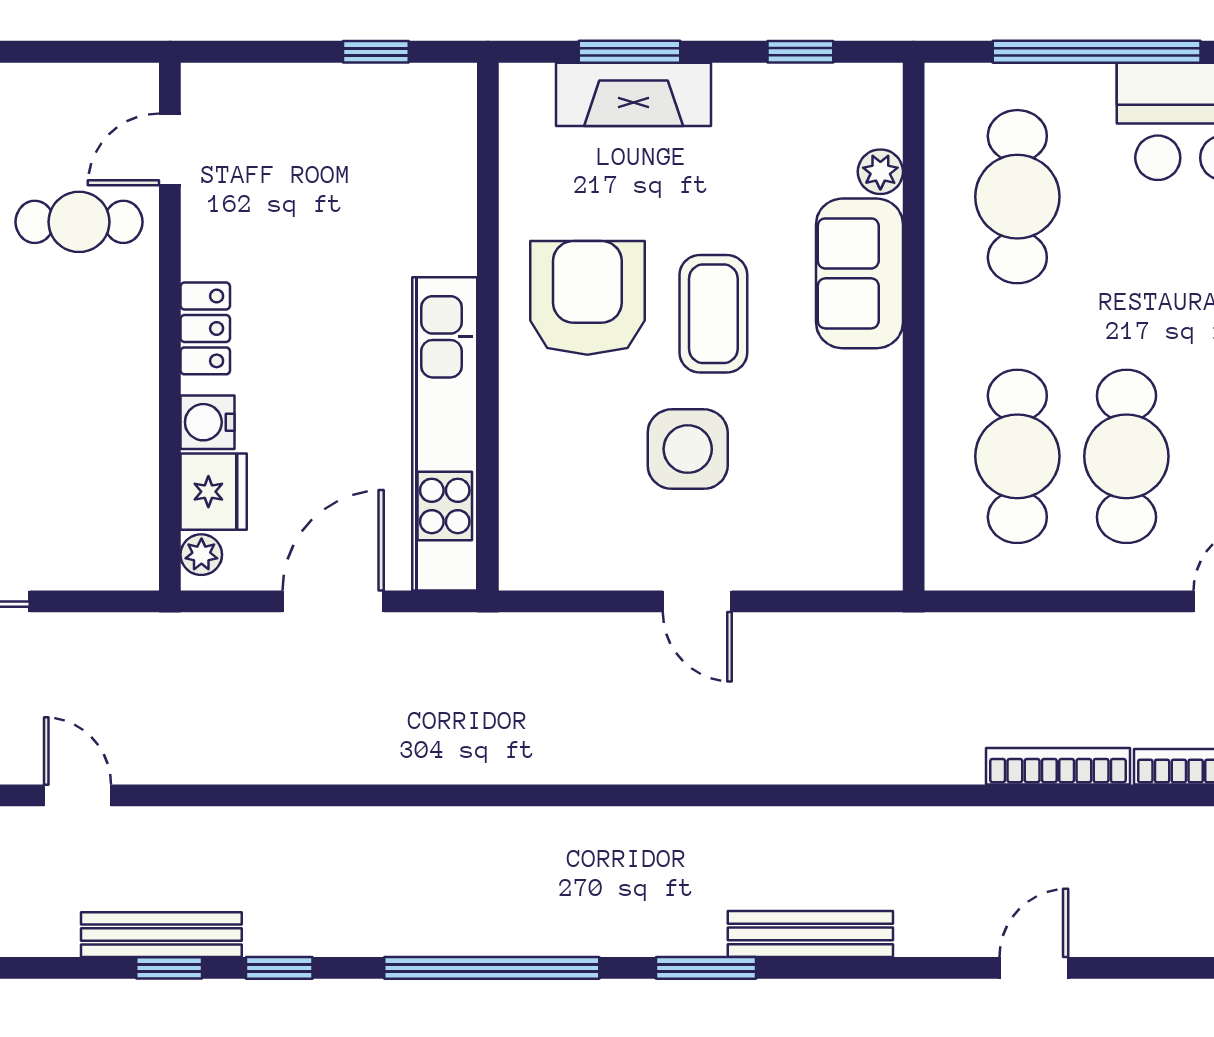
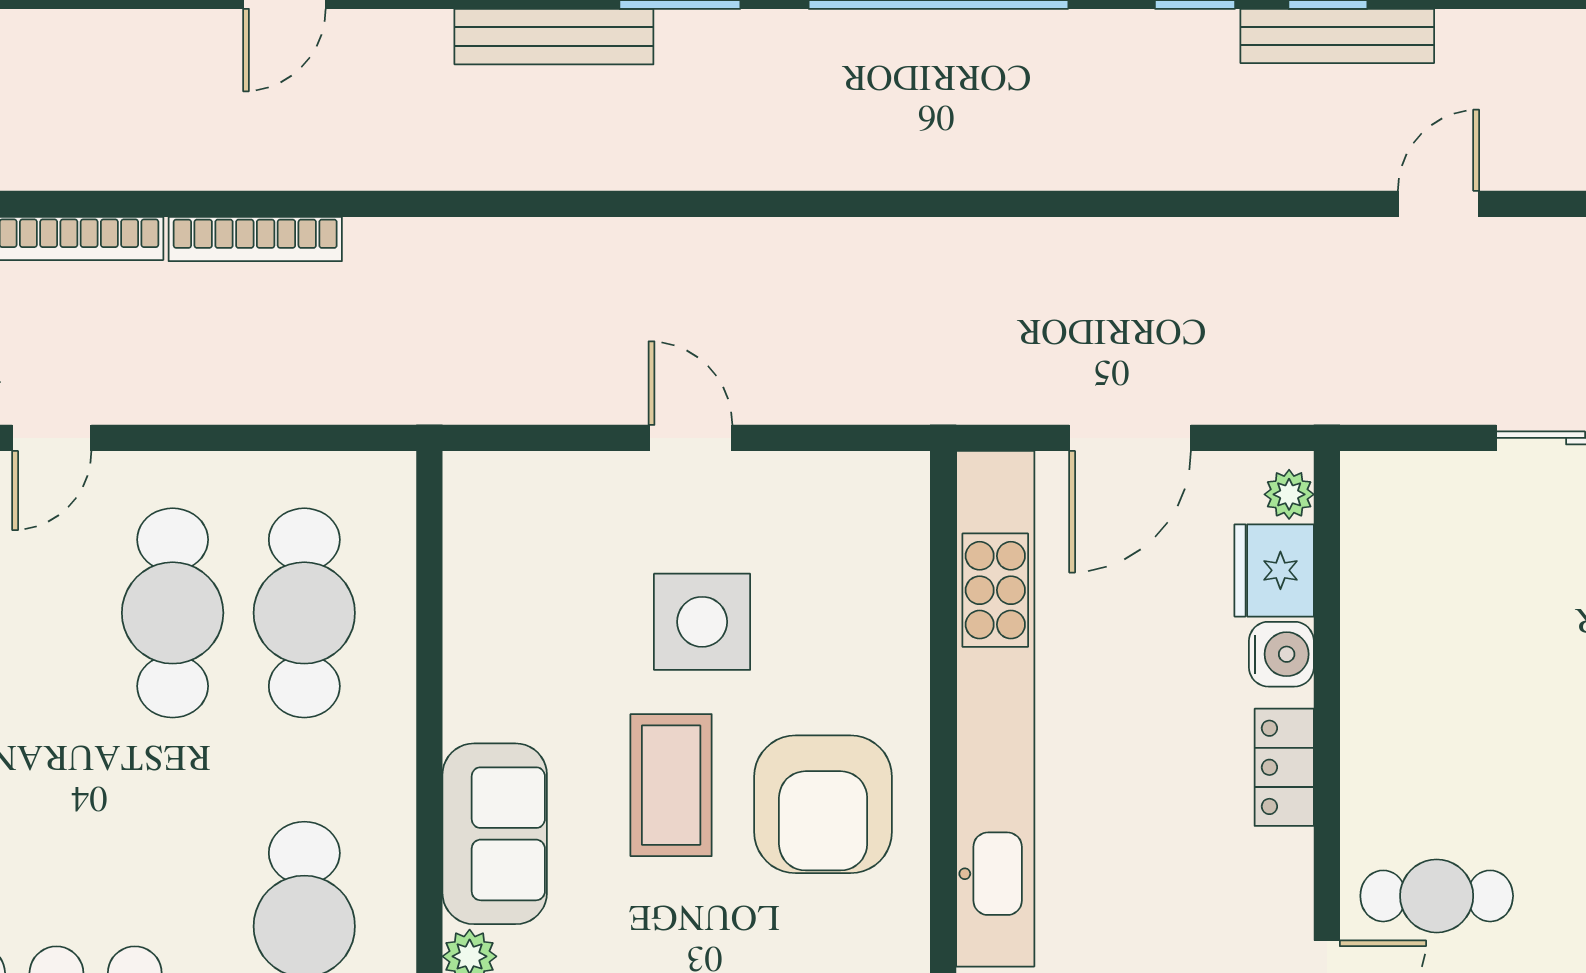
kitchen unit: (445, 434) -> (995, 709), width x1.36
door: (78, 795) -> (1438, 204), swing flipped

